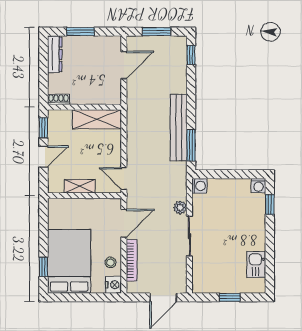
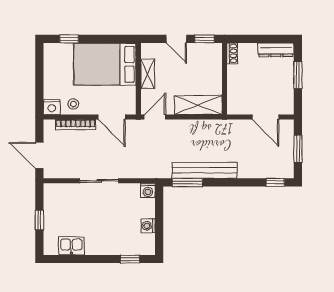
shelving: (97, 119) -> (198, 105), moved, turned 90
washing machine: (259, 186) -> (148, 226), moved
plant: (180, 207) -> (127, 172), removed
bed: (69, 261) -> (105, 64), moved, turned 180

